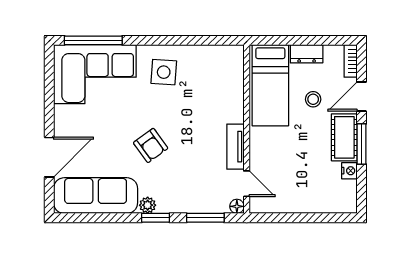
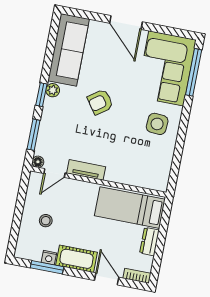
stool: (313, 99) -> (46, 221), moved
window: (361, 144) -> (47, 267), moved
door: (49, 157) -> (126, 22), moved

